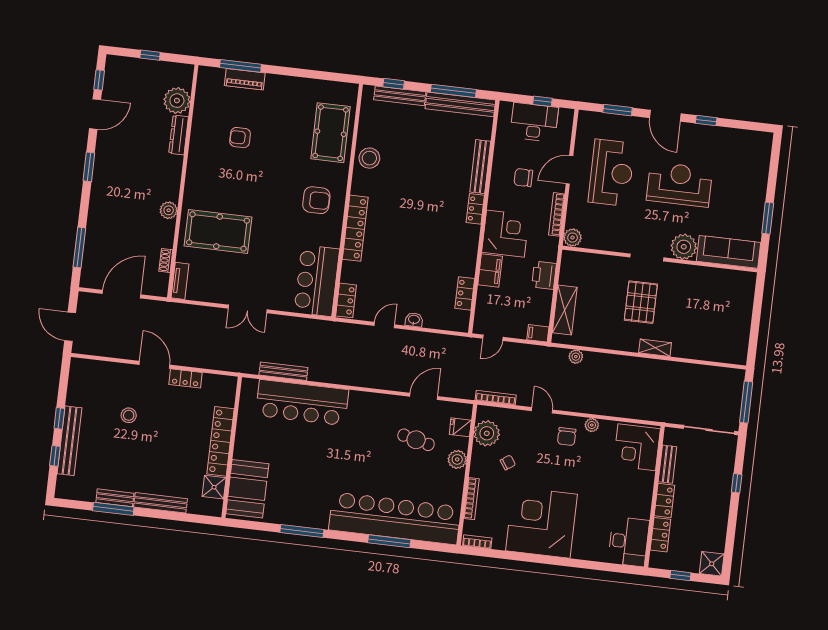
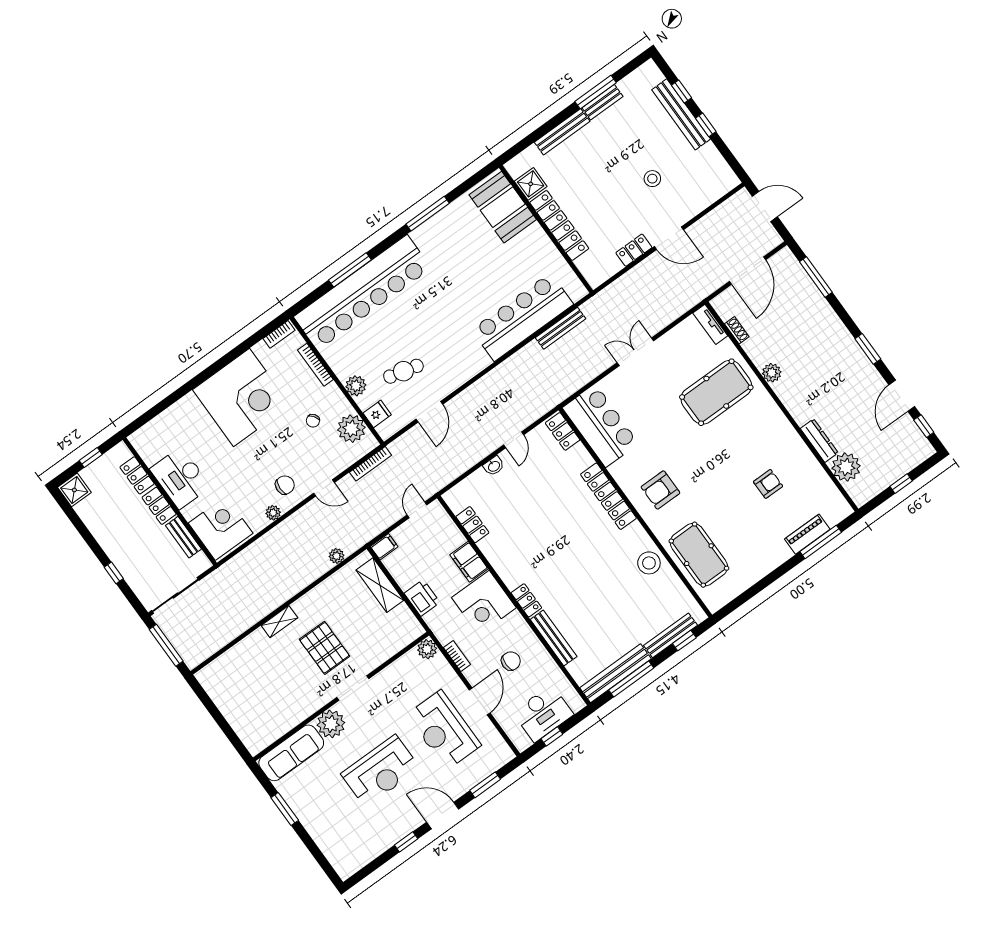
bookcase: (557, 214) -> (457, 656), width x0.64
chair: (567, 437) -> (285, 485), turned 92
desk: (629, 542) -> (180, 478), moved

